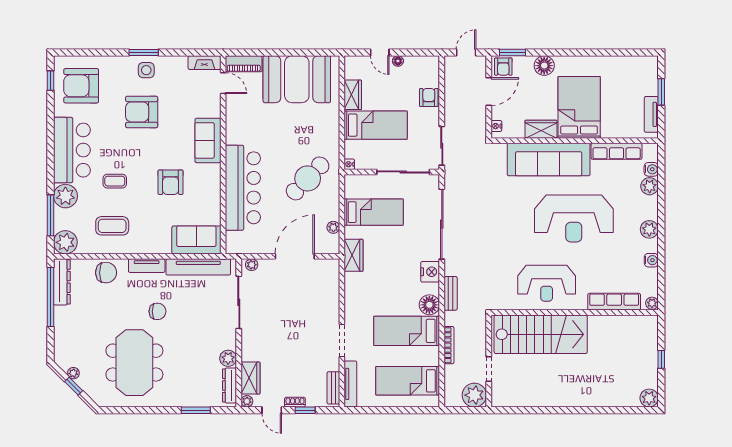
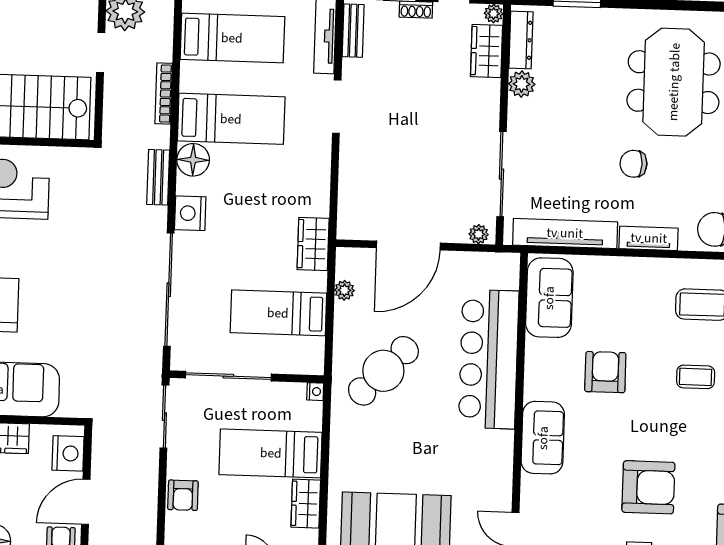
nightstand: (496, 126) -> (68, 453), width x1.89, depth x1.79
sofa: (196, 240) -> (549, 298), moved, turned -90

